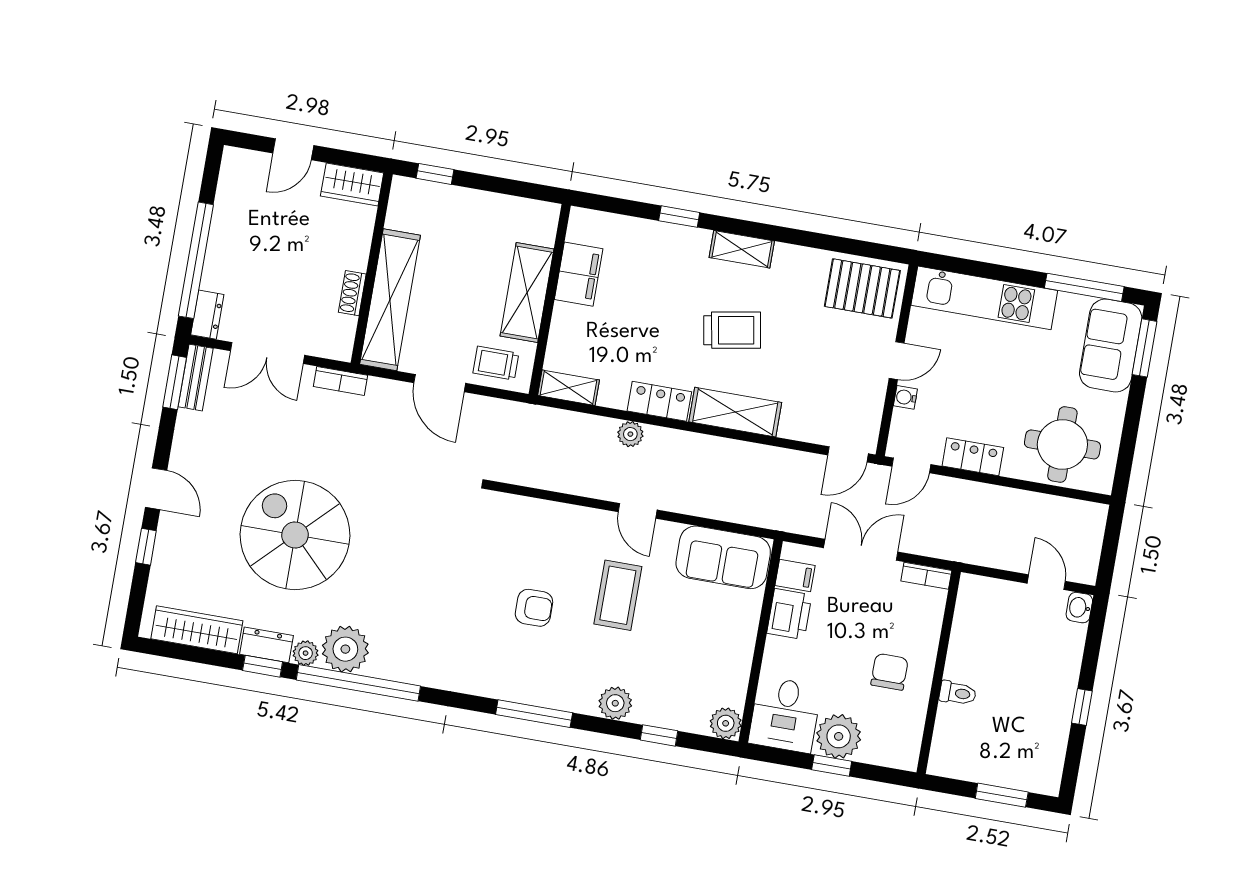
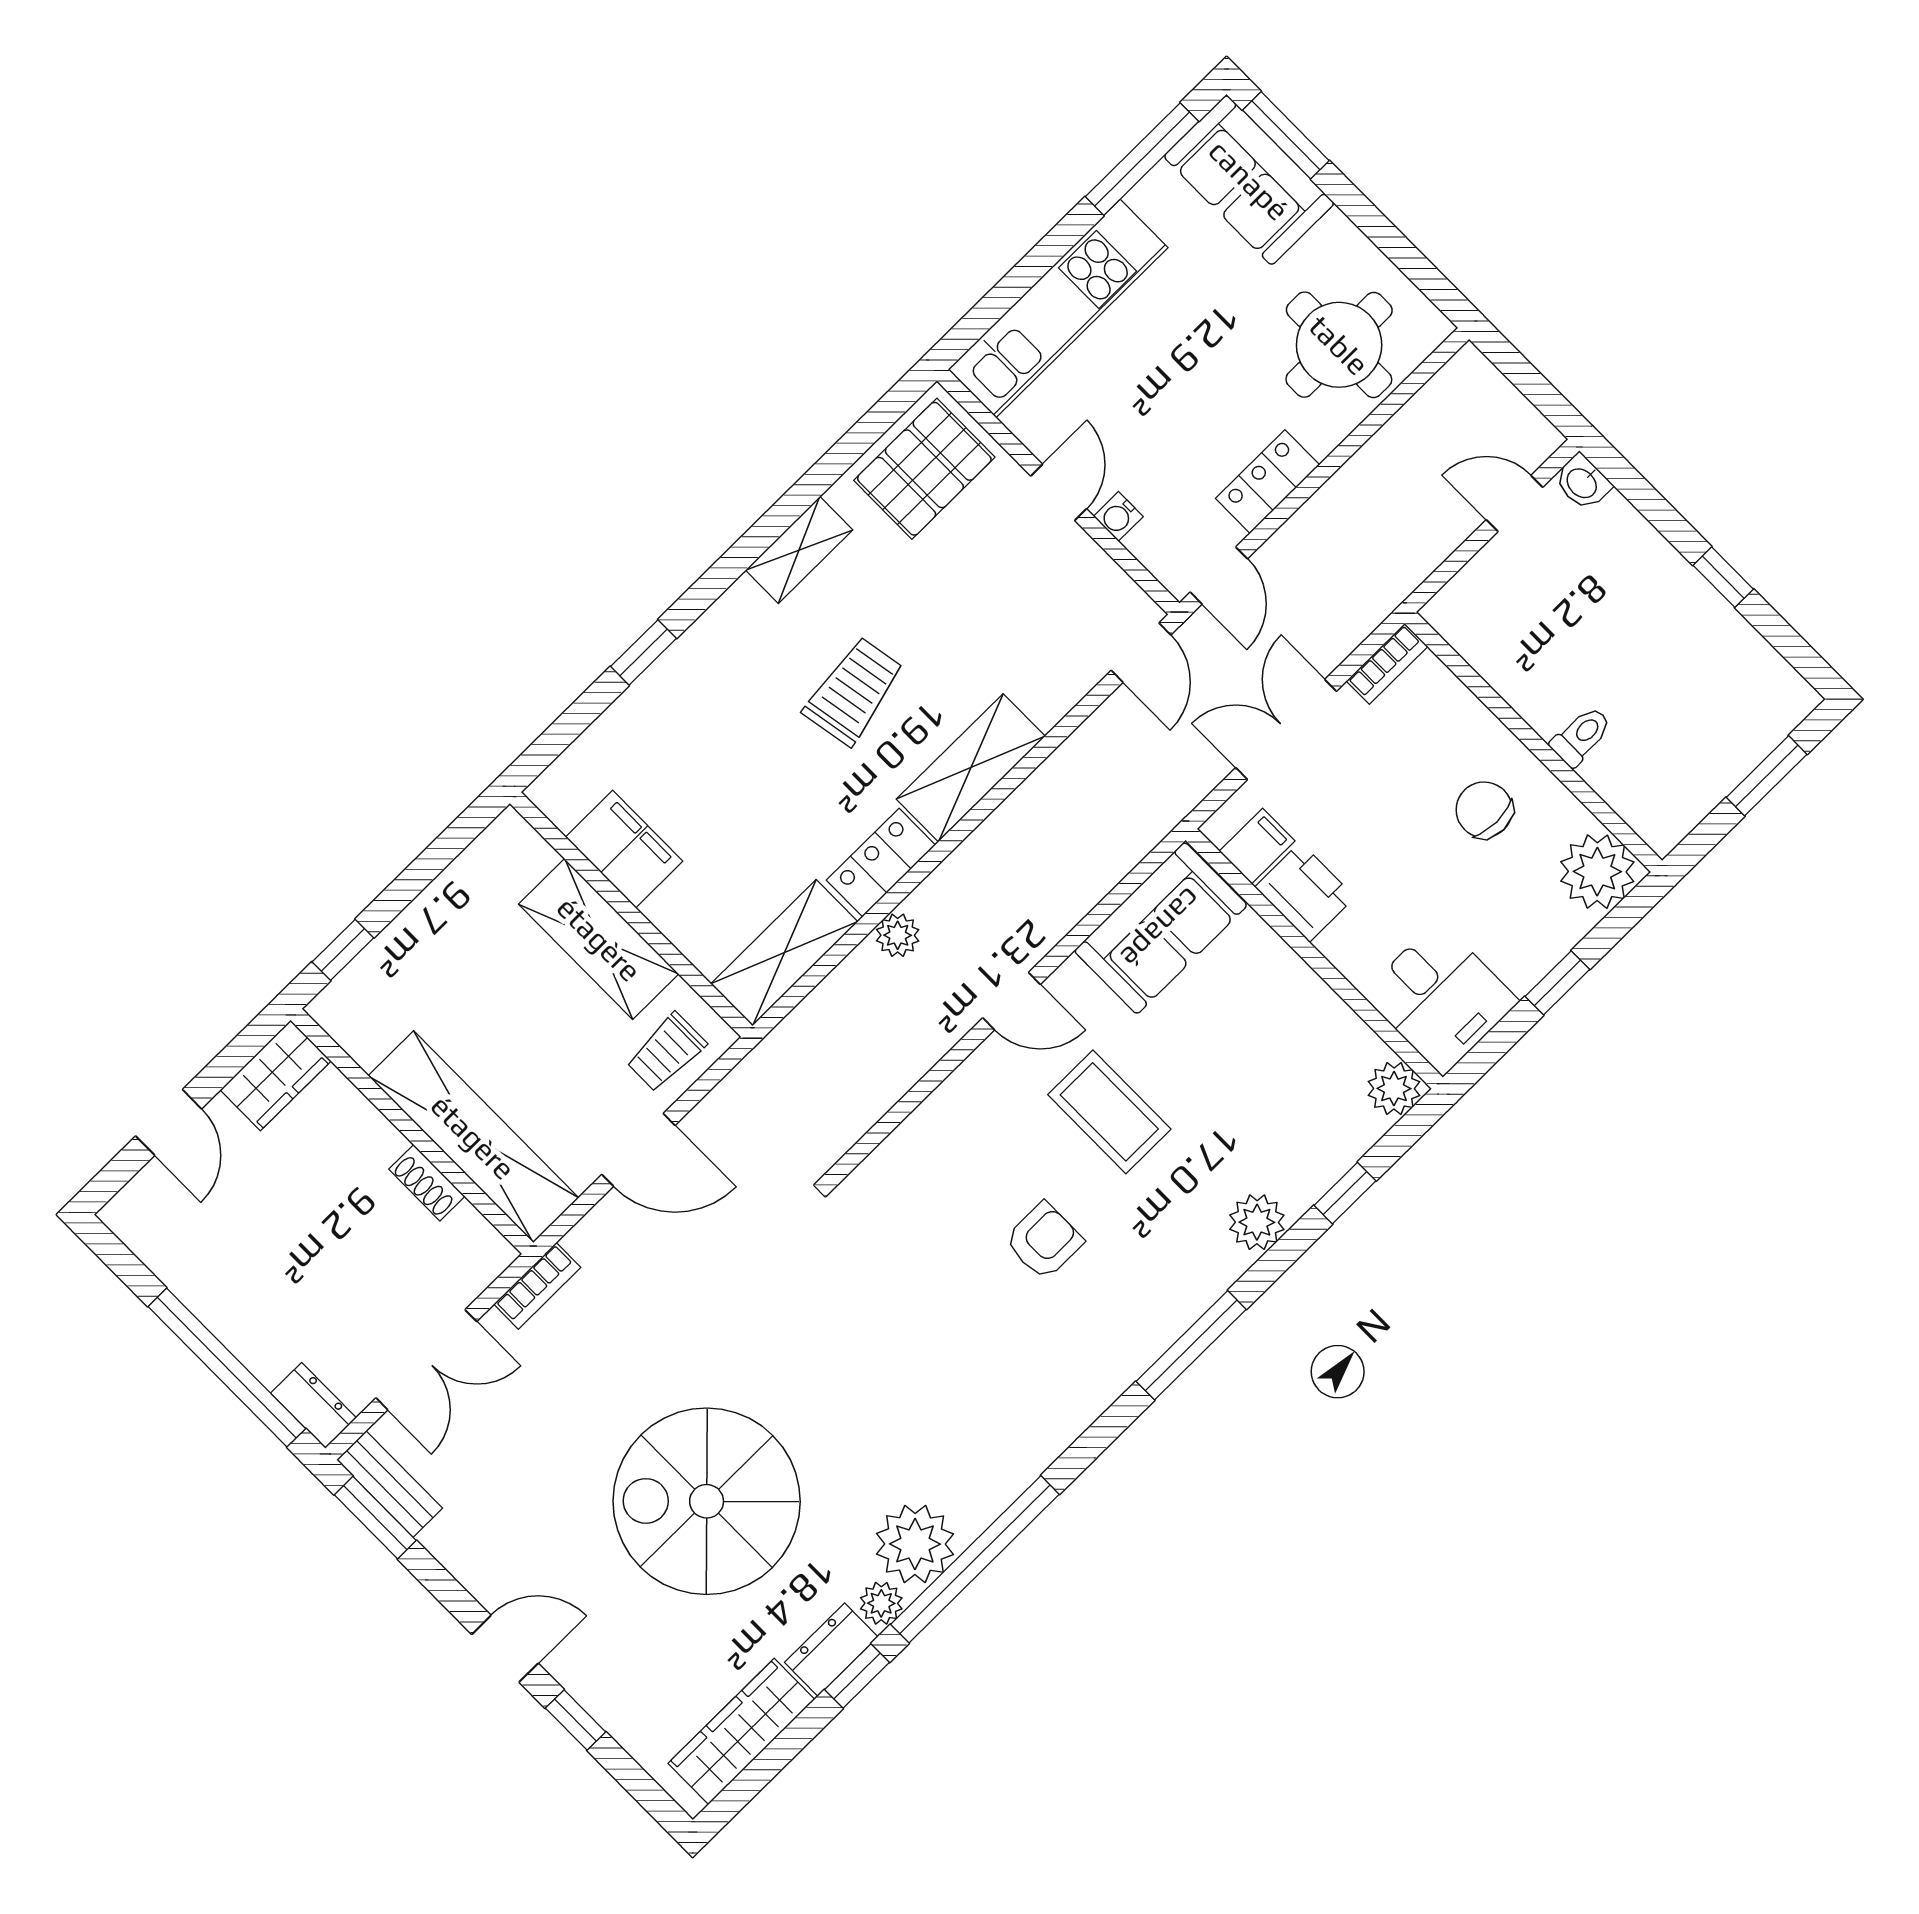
shelving: (742, 249) -> (799, 550), moved
shelving: (568, 388) -> (784, 953), width x1.50, depth x1.33
plant: (839, 736) -> (1597, 872), moved

